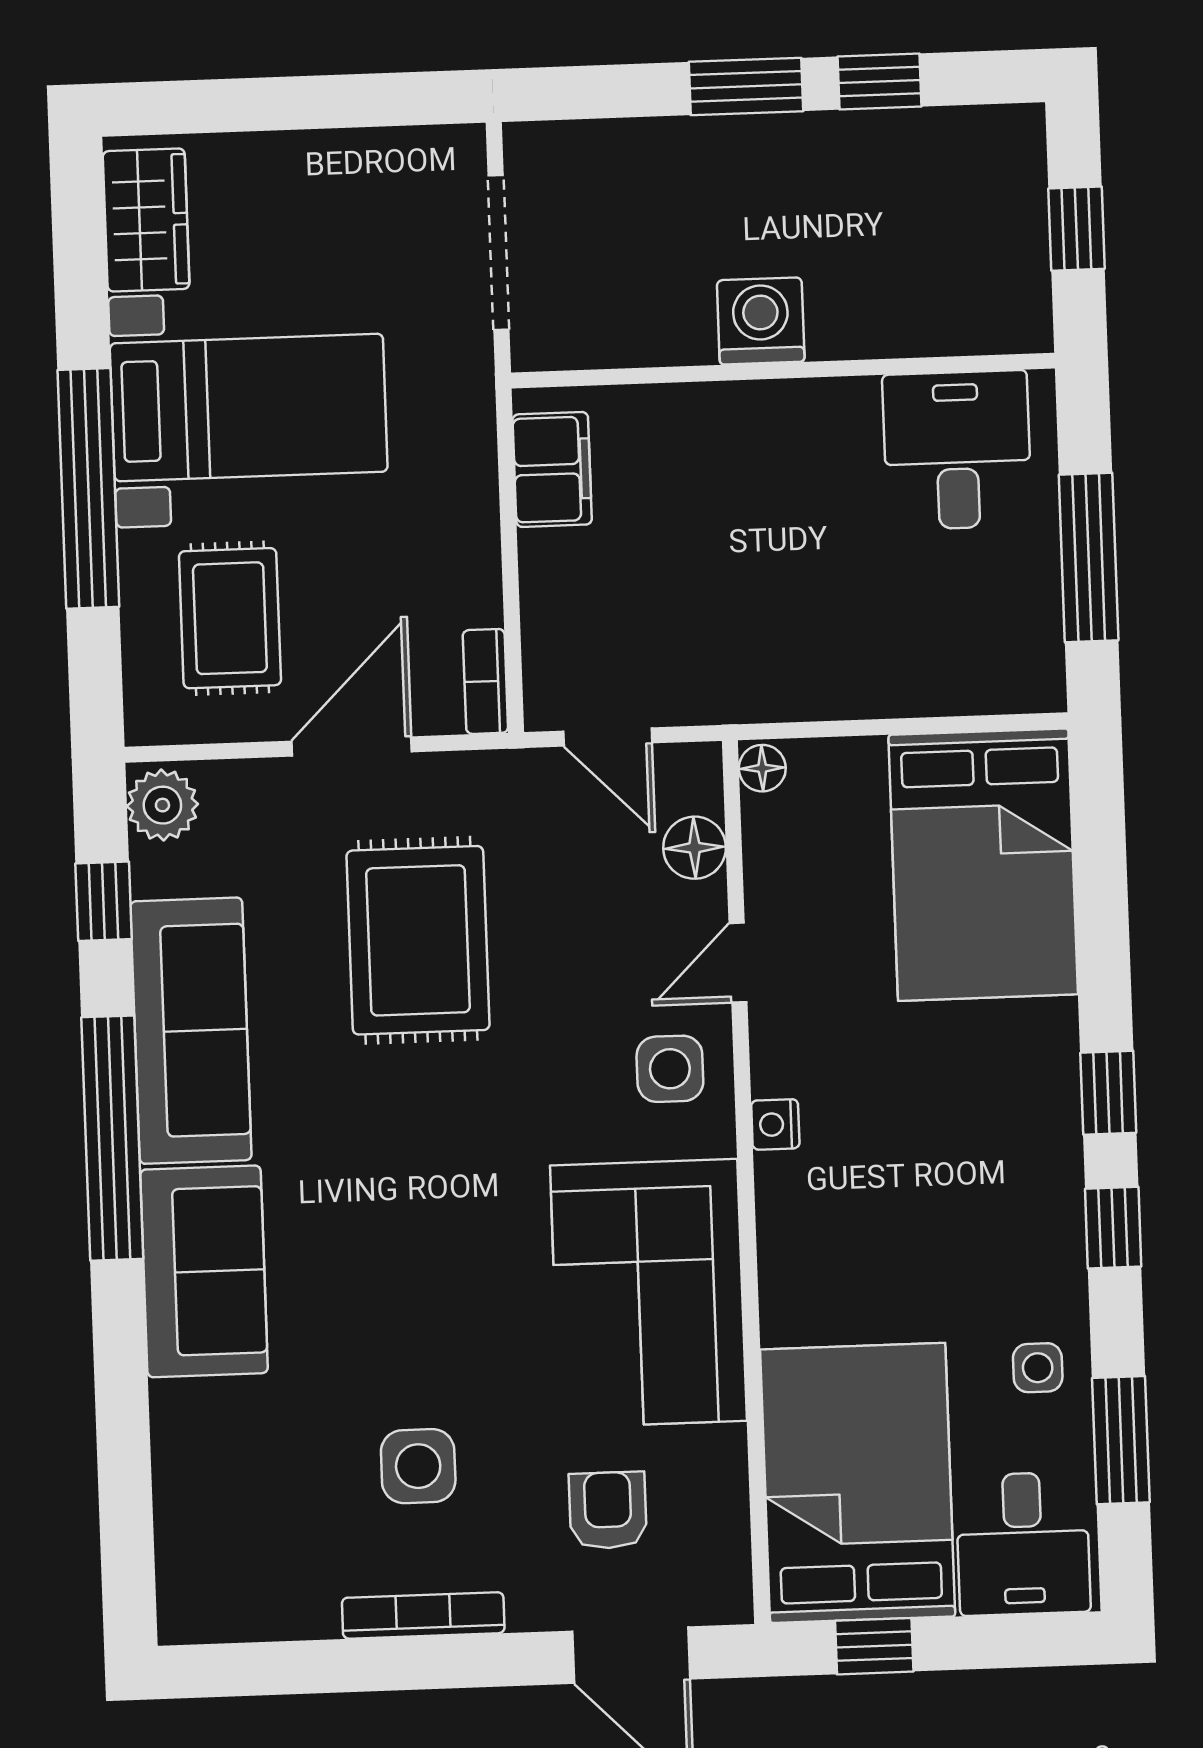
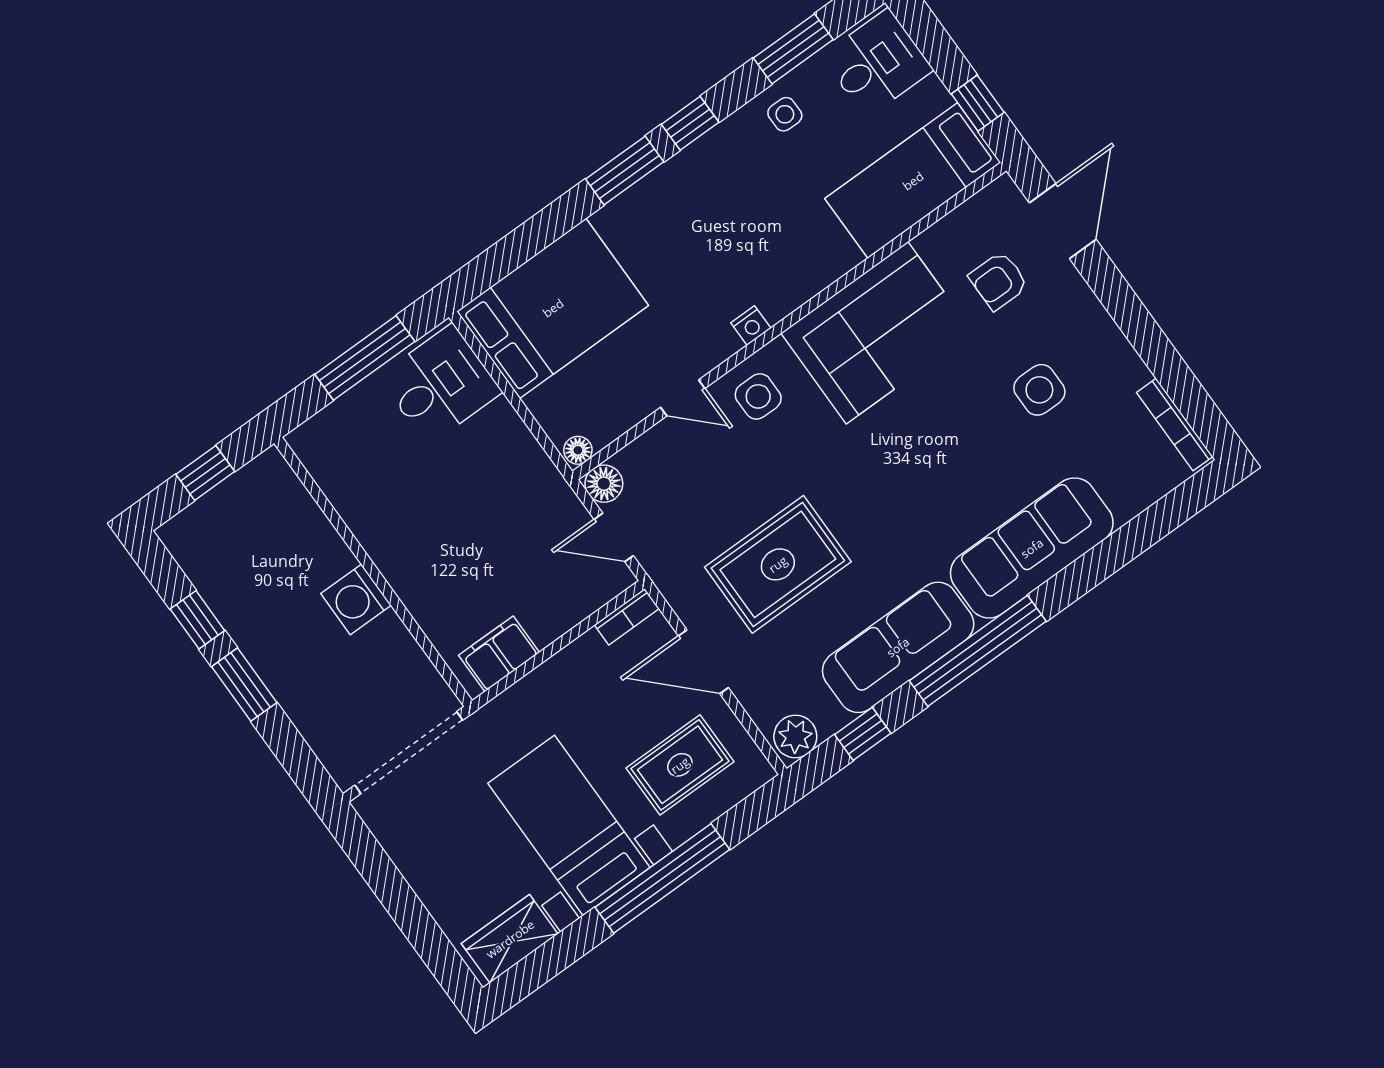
doorway: (499, 252) -> (409, 753), width x1.36
desk: (957, 450) -> (440, 384), moved, turned 180
door: (608, 737) -> (614, 537), swing flipped
floor lamp: (695, 848) -> (604, 484), moved
window: (1108, 1093) -> (625, 170), width x1.50
sofa: (204, 1271) -> (1032, 548), width x1.36
bed: (858, 1483) -> (913, 181), width x0.67
bookcase: (423, 1615) -> (1175, 425), moved

